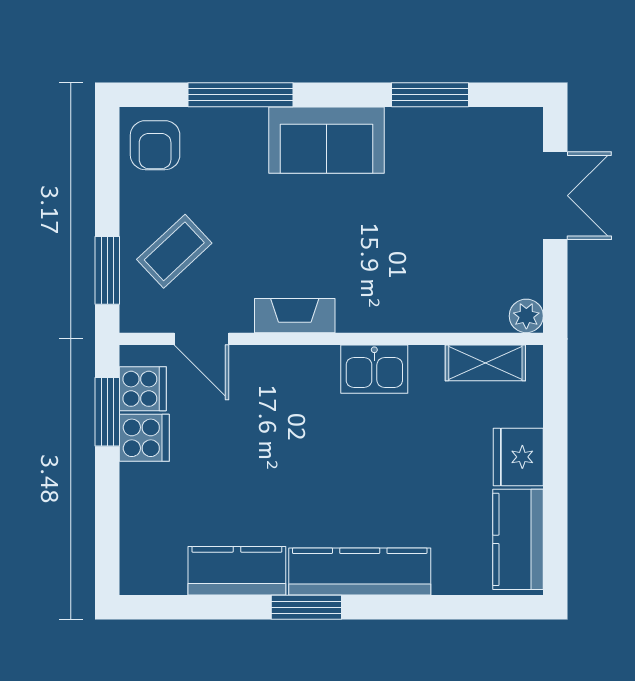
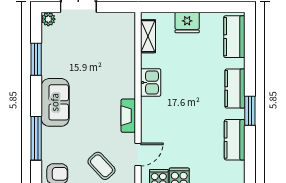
plant: (526, 316) -> (48, 19), moved
kitchen counter: (518, 539) -> (234, 37), moved, turned 90
kitchen counter: (360, 572) -> (235, 89), width x0.67

